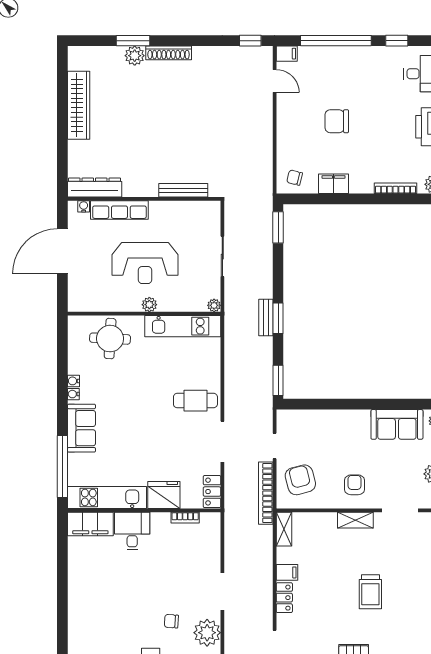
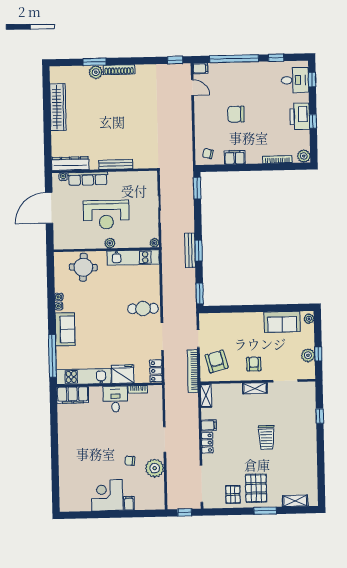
bench: (183, 190) -> (116, 164), moved
bench: (266, 318) -> (190, 250), width x1.36
desk: (132, 531) -> (115, 399), moved

